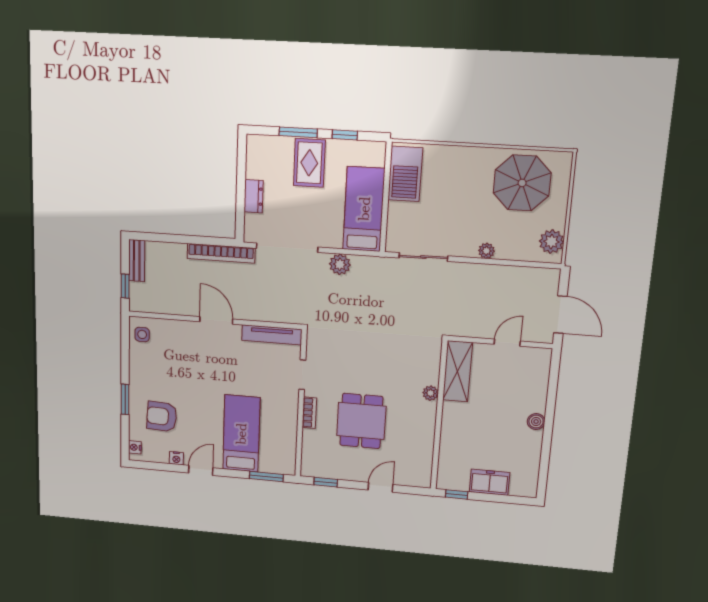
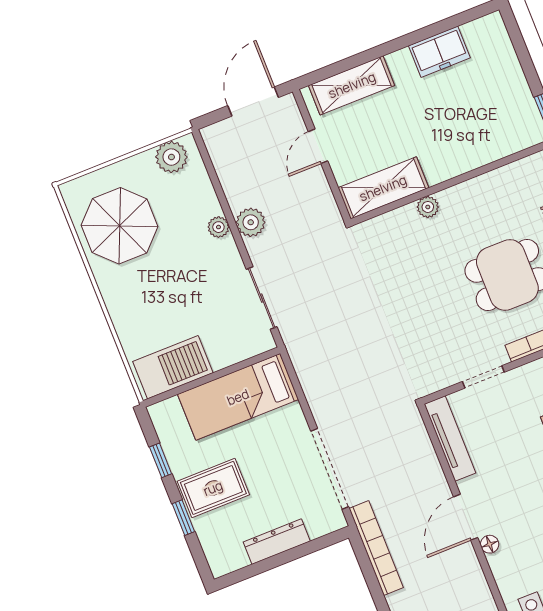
window: (298, 132) -> (183, 518), width x0.67
dresser: (254, 196) -> (277, 542), width x1.44
plant: (340, 264) -> (251, 222), moved
floor lamp: (192, 327) -> (490, 544), added
door: (507, 343) -> (318, 146), hinge flipped
shelving: (537, 384) -> (352, 85), added
boiler: (536, 422) -> (400, 61), removed
freezer: (490, 482) -> (439, 52), moved, turned -90

